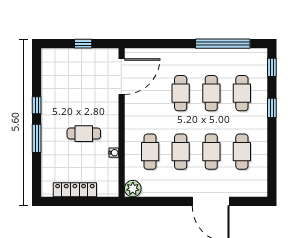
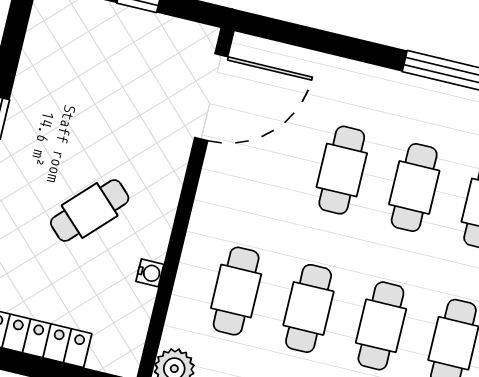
cafe table: (84, 134) -> (90, 211), turned -46

